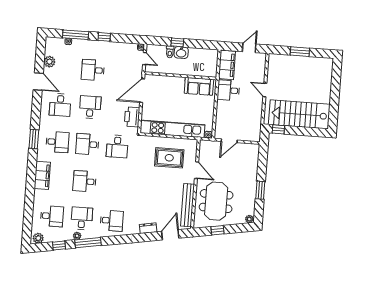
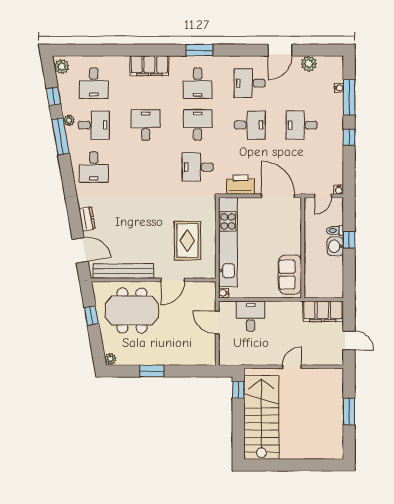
desk: (93, 70) -> (302, 125), turned -90
desk: (228, 90) -> (251, 316), moved

